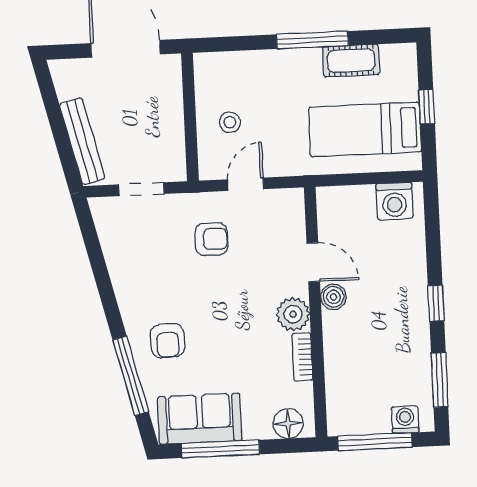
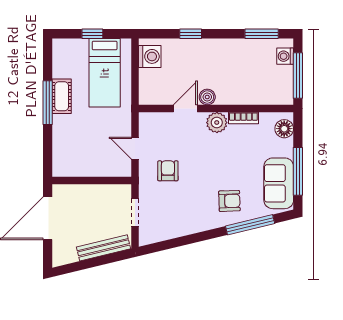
cot: (351, 61) -> (62, 96), moved
stool: (230, 122) -> (96, 156), removed
window: (436, 303) -> (191, 34), moved

